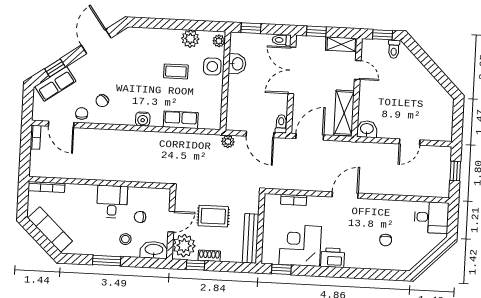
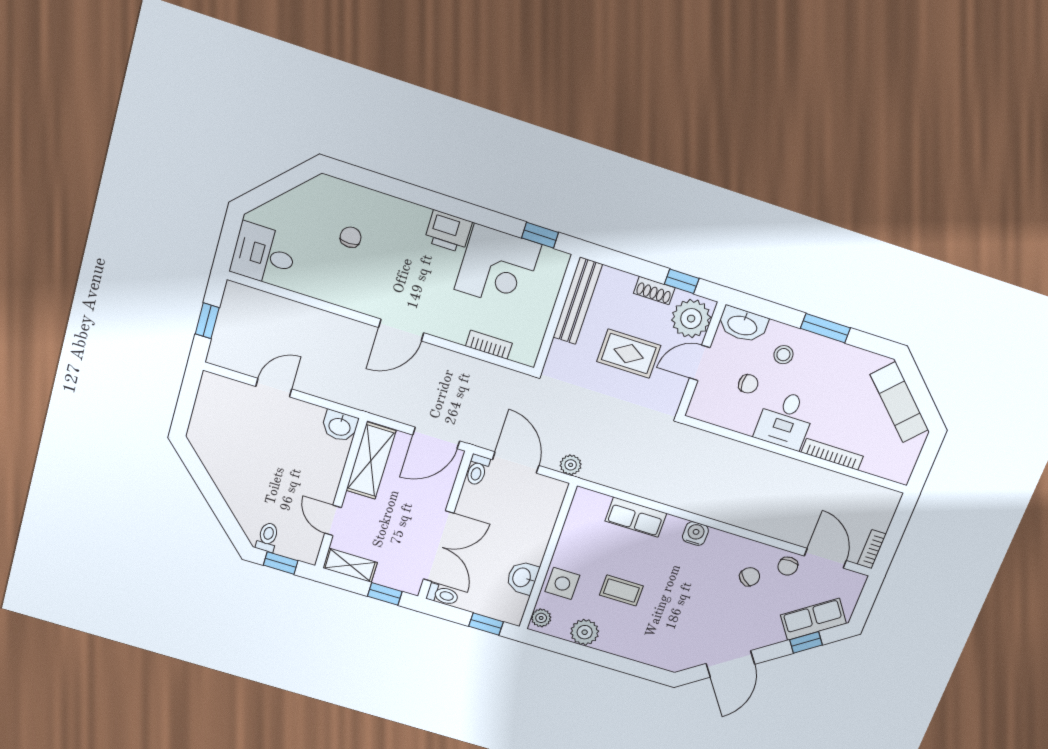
bookcase: (46, 187) -> (832, 454), moved

